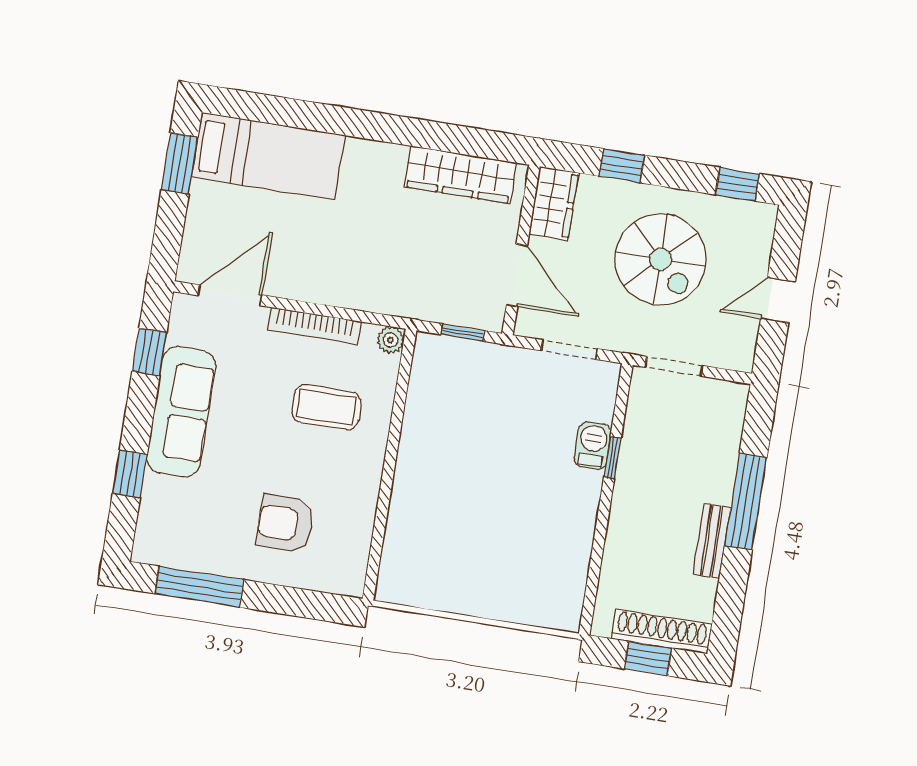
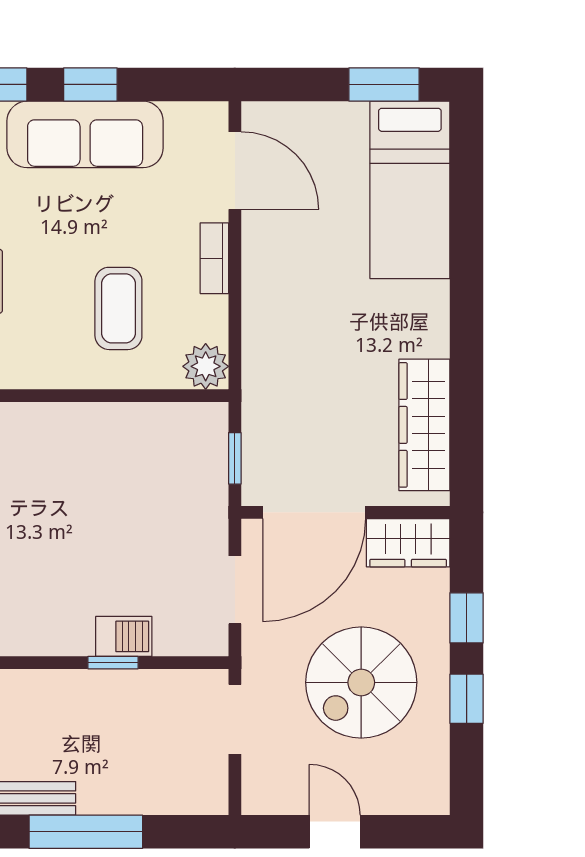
window: (738, 184) -> (467, 699), moved
door: (517, 275) -> (314, 512), width x1.36
bookcase: (314, 326) -> (214, 258), width x0.64
plant: (390, 340) -> (206, 366), width x1.38, depth x1.38
window: (149, 352) -> (90, 84), moved

